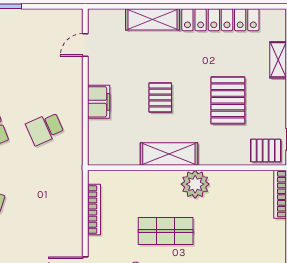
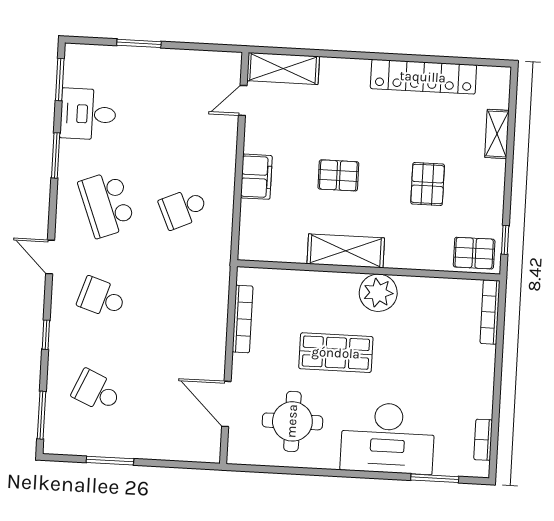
shelving: (153, 19) -> (283, 69), moved
pallet: (160, 97) -> (338, 175), turned 90
pallet: (228, 100) -> (428, 184), width x0.67, depth x0.71

